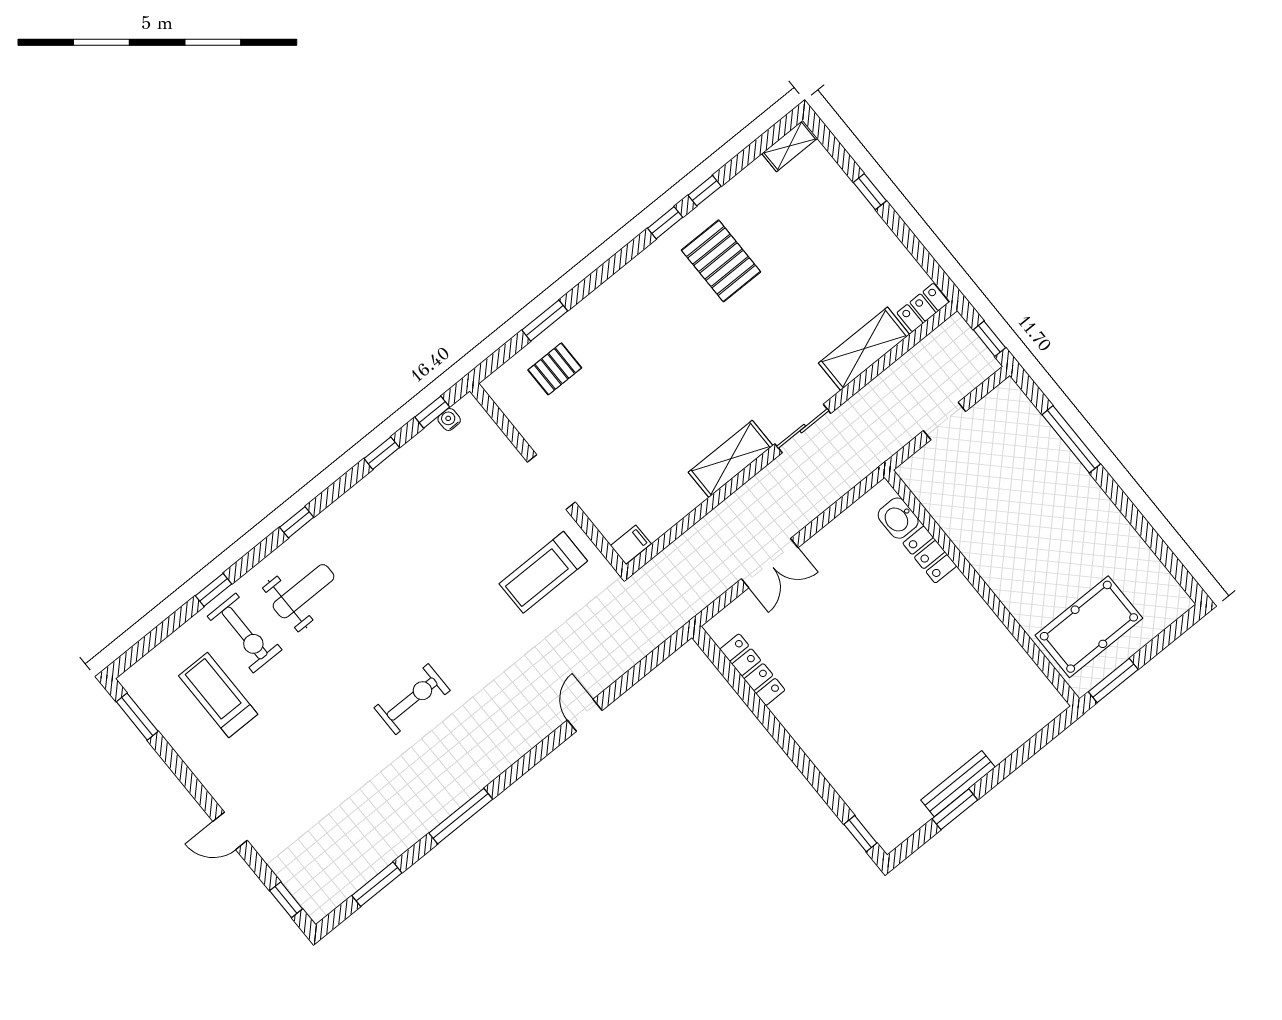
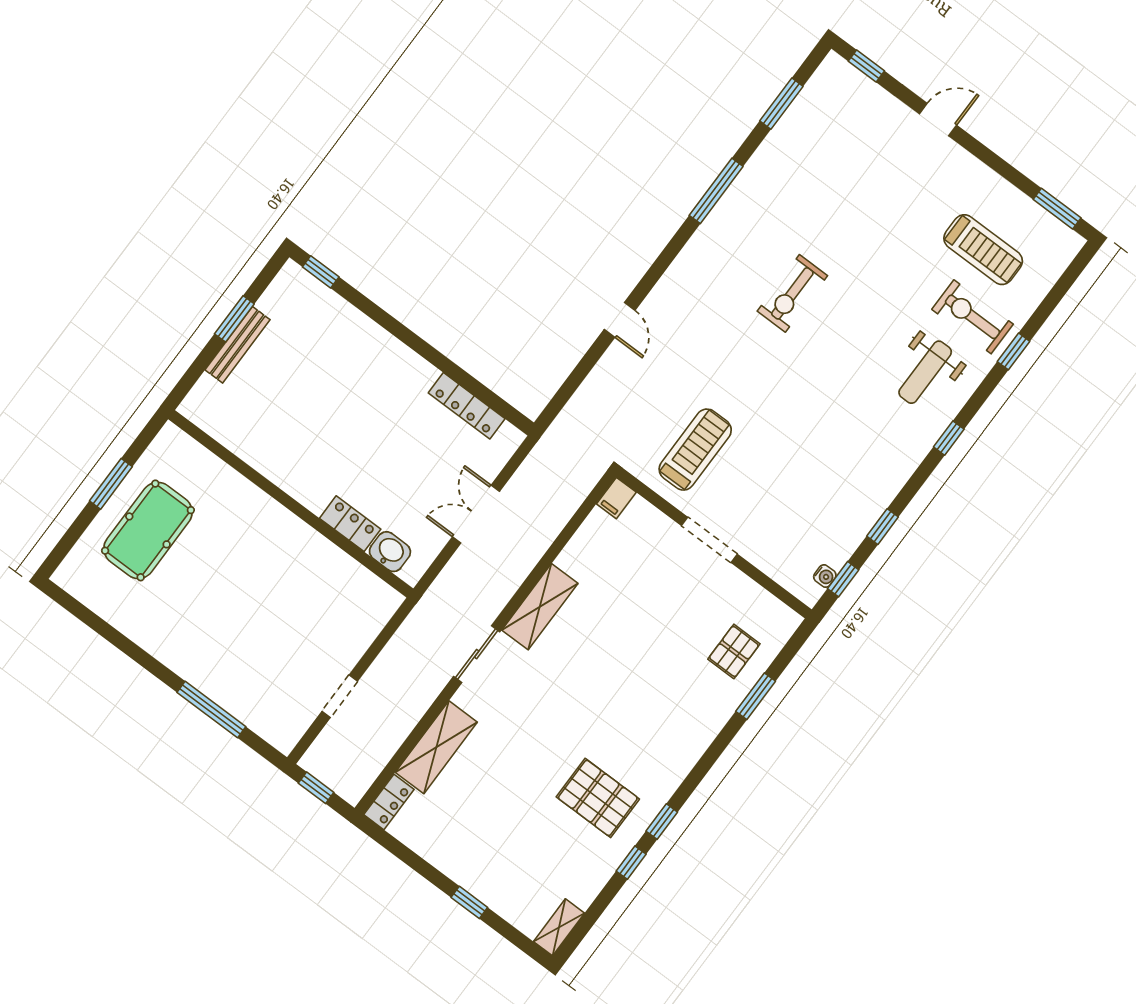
washbasin: (898, 518) -> (390, 552), moved
locker: (930, 555) -> (350, 524), moved
wall: (982, 588) -> (291, 504), moved

